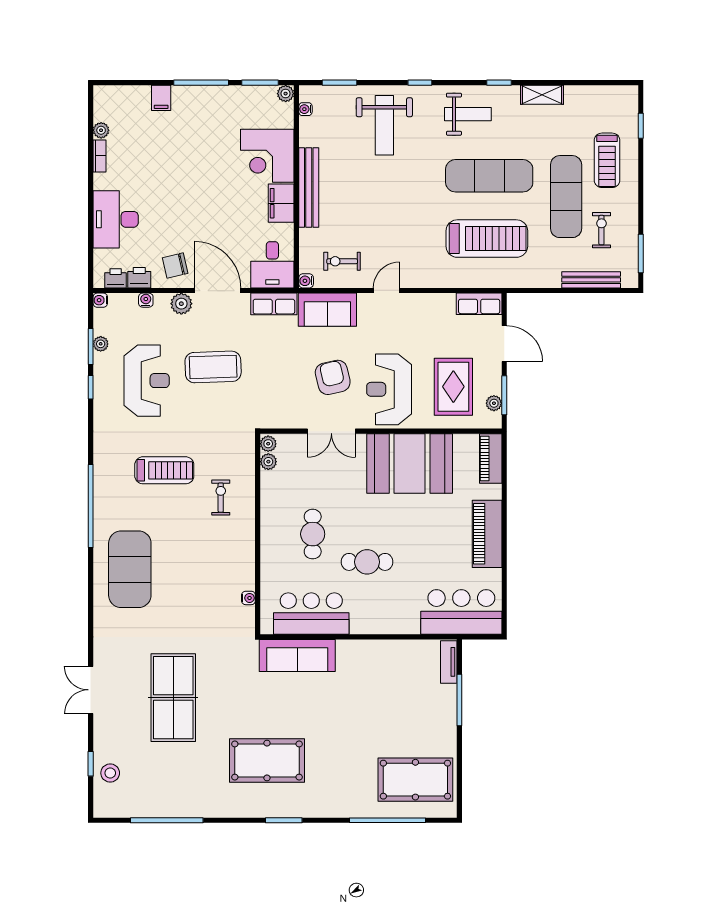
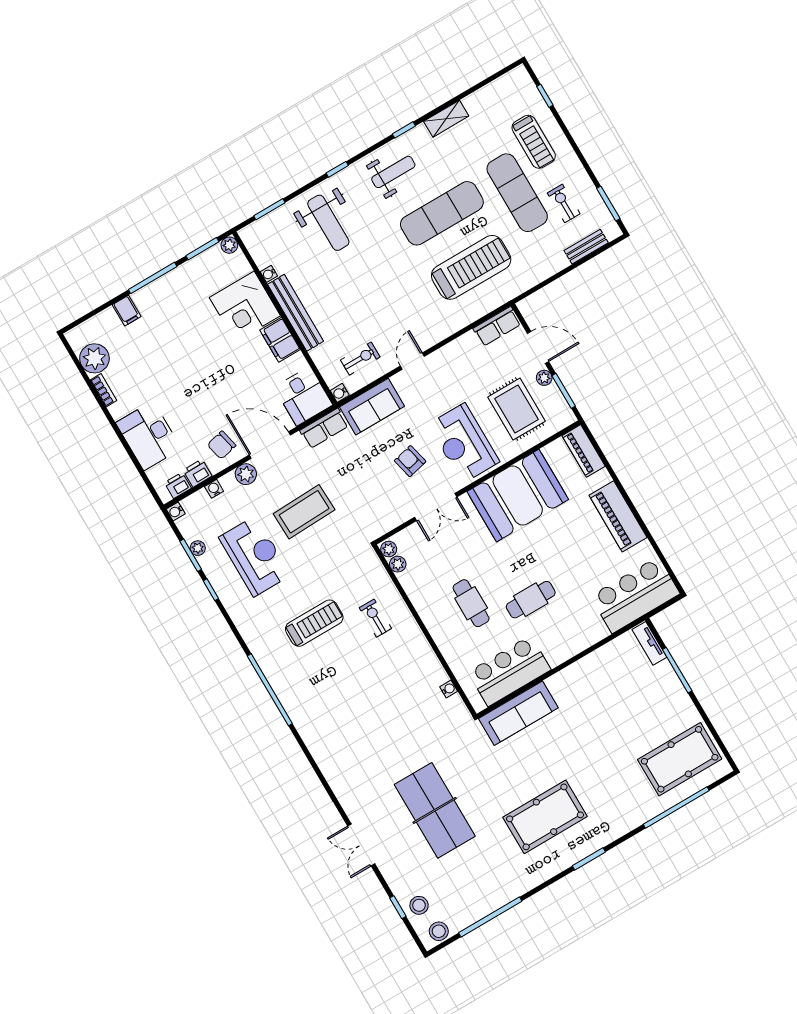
water cooler: (305, 109) -> (269, 274), moved
plant: (101, 130) -> (94, 358), width x1.88, depth x1.88
exercise bike: (342, 261) -> (360, 359), turned 180
bench: (591, 280) -> (586, 247), width x0.73
armchair: (333, 377) -> (410, 461), width x0.72, depth x0.72
plant: (494, 403) -> (544, 378), moved
exercise mat: (130, 569) -> (334, 724), removed
stool: (114, 806) -> (439, 931), added

